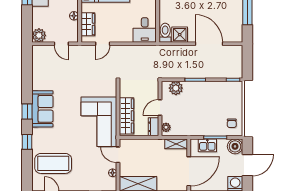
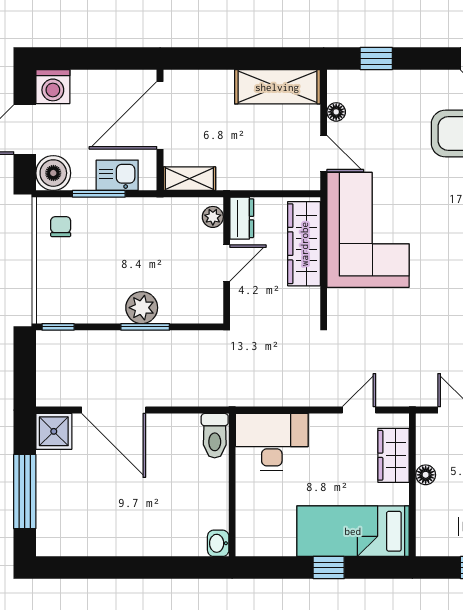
desk: (145, 30) -> (272, 442), width x1.37
shower: (180, 35) -> (54, 431), moved
plant: (176, 88) -> (142, 308), moved

